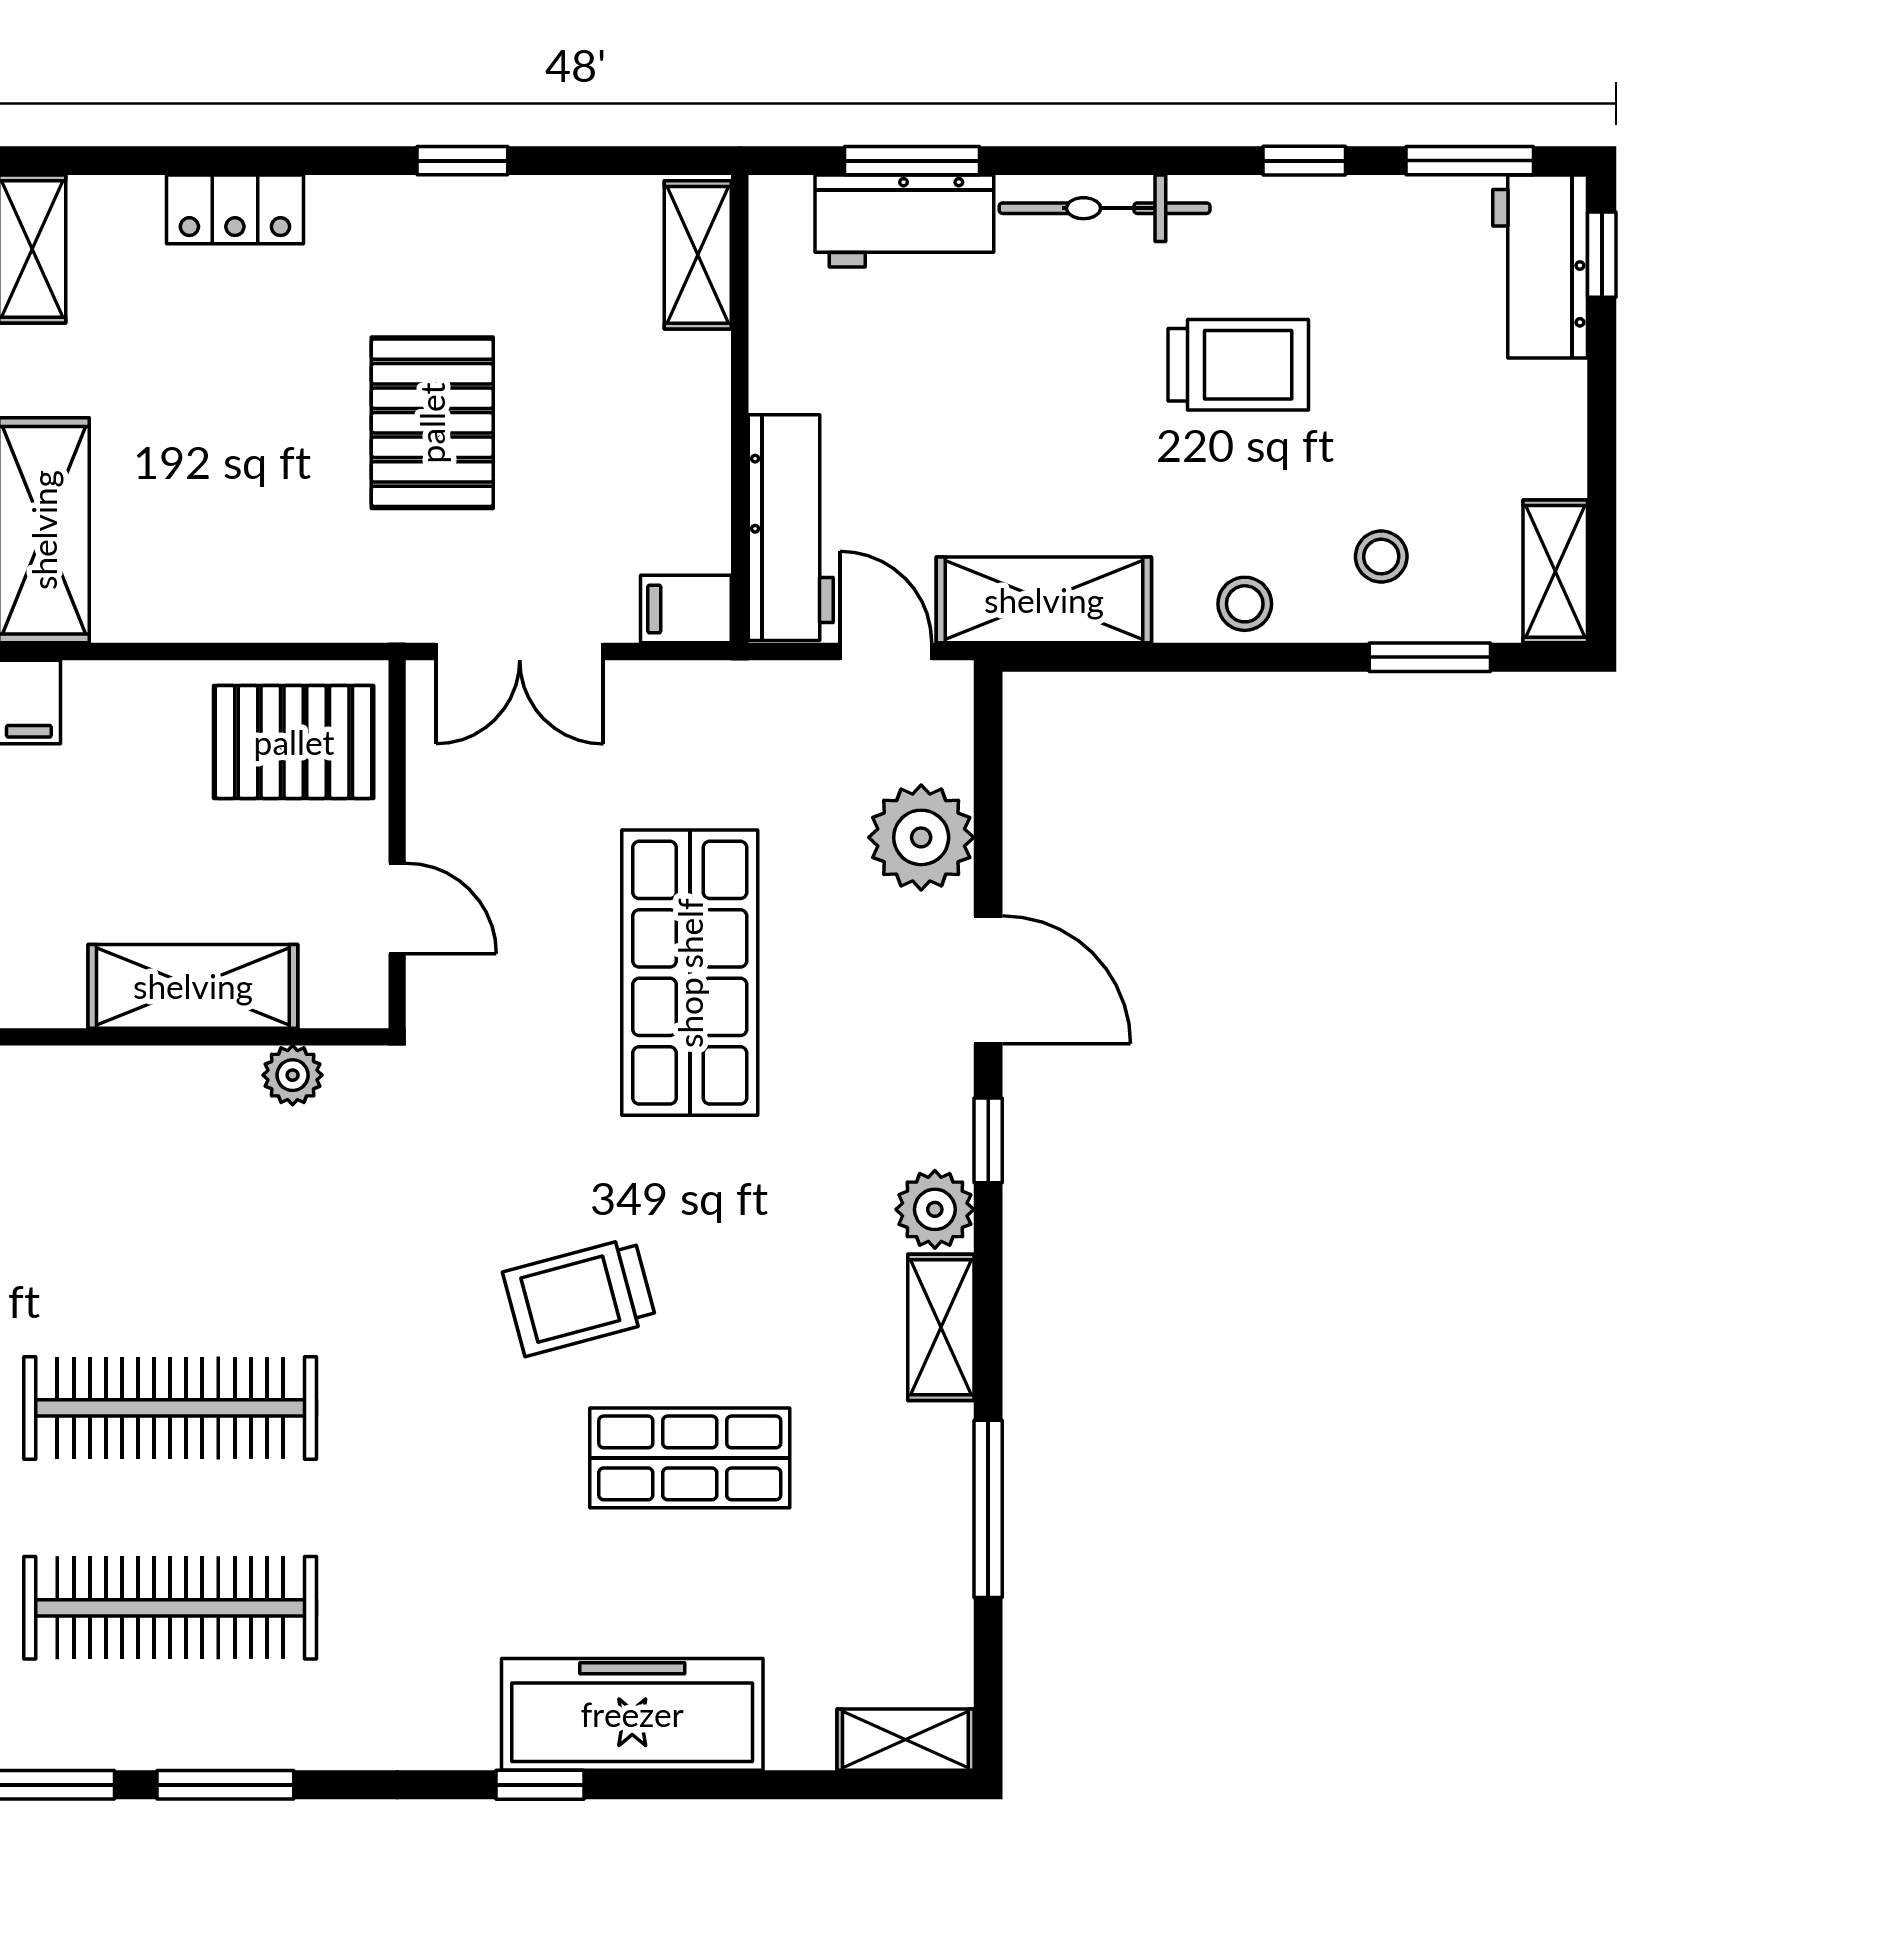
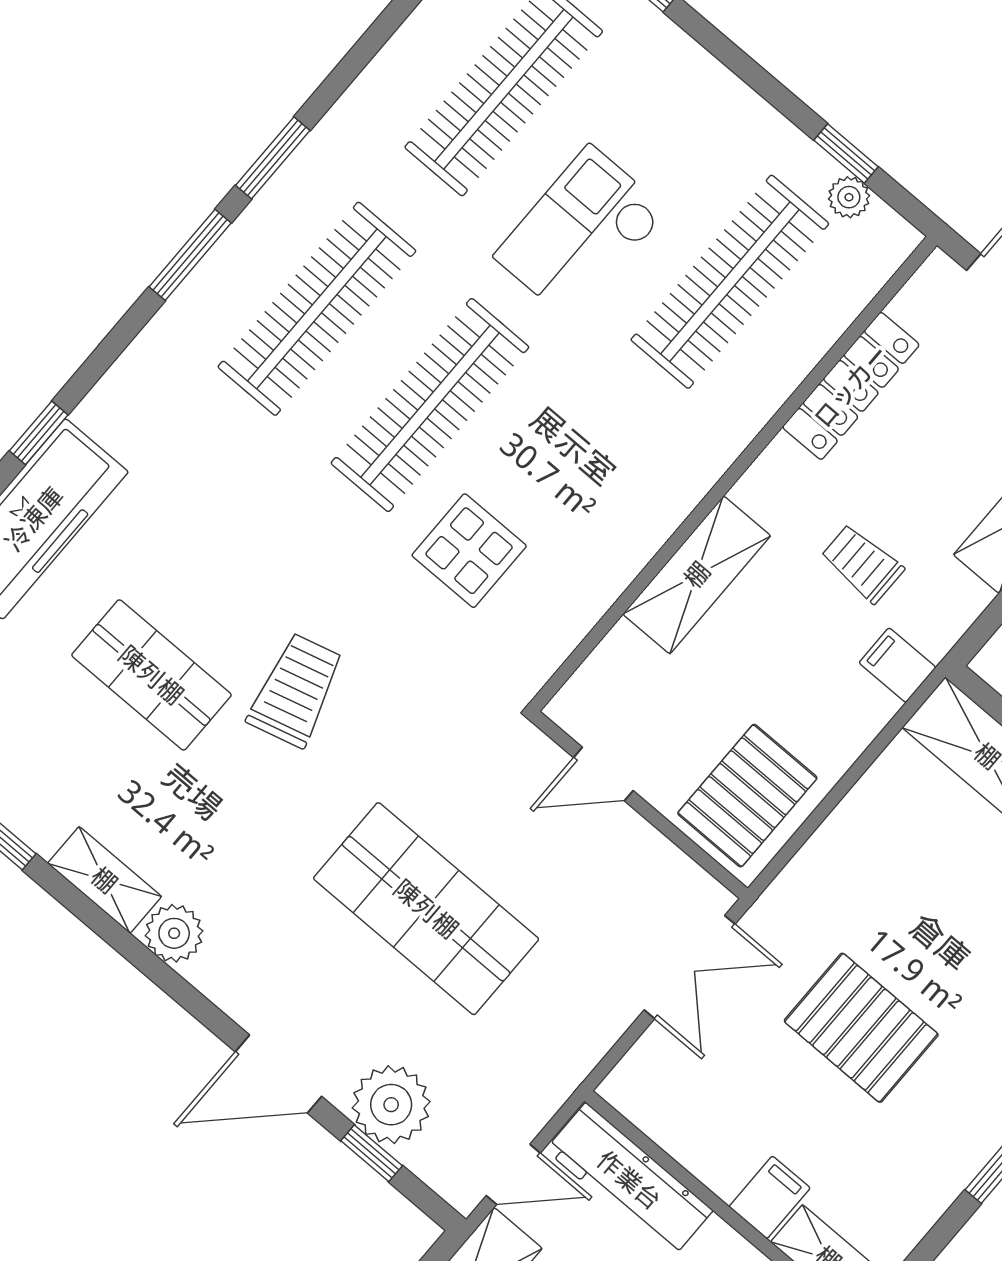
filing cabinet: (686, 609) -> (770, 1197), moved
double door: (520, 652) -> (690, 967), swing flipped
shelving: (193, 986) -> (697, 575), moved
plant: (293, 1075) -> (559, 635), removed
window: (988, 1140) -> (372, 1153), moved
display table: (285, 1241) -> (469, 551), added
shop shelf: (690, 1458) -> (151, 675), turned 90

